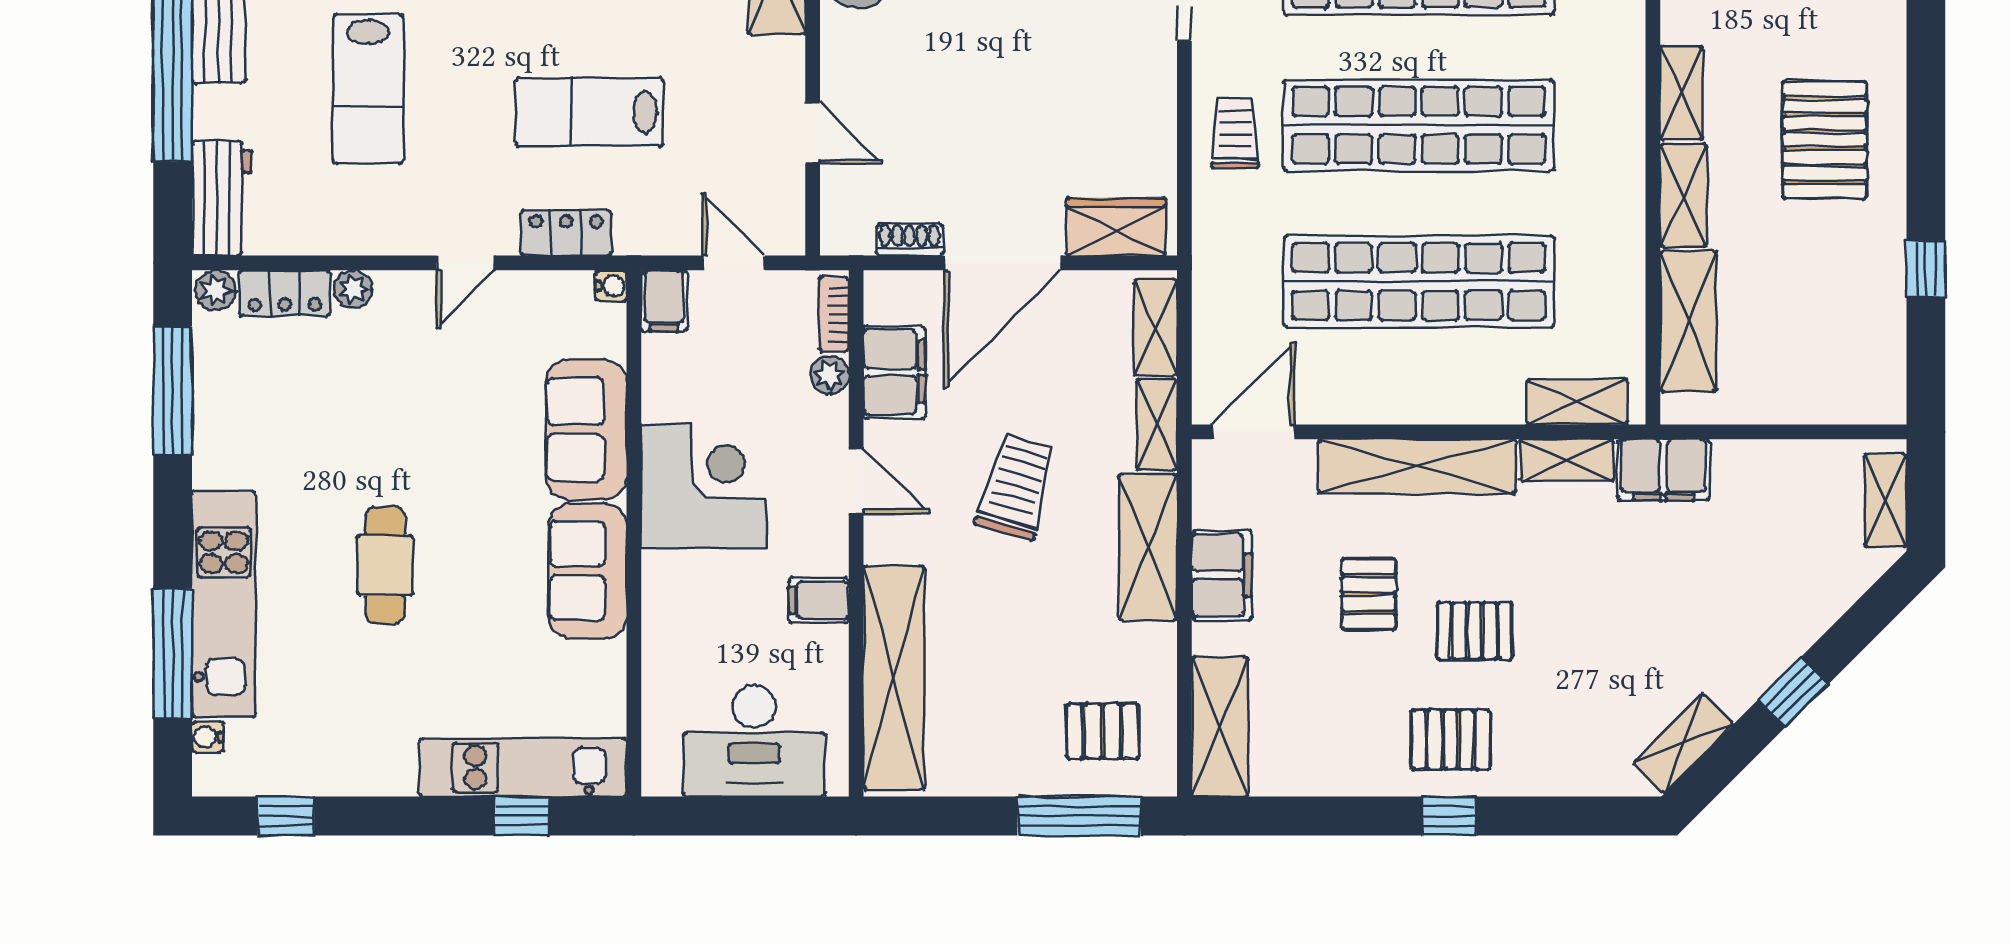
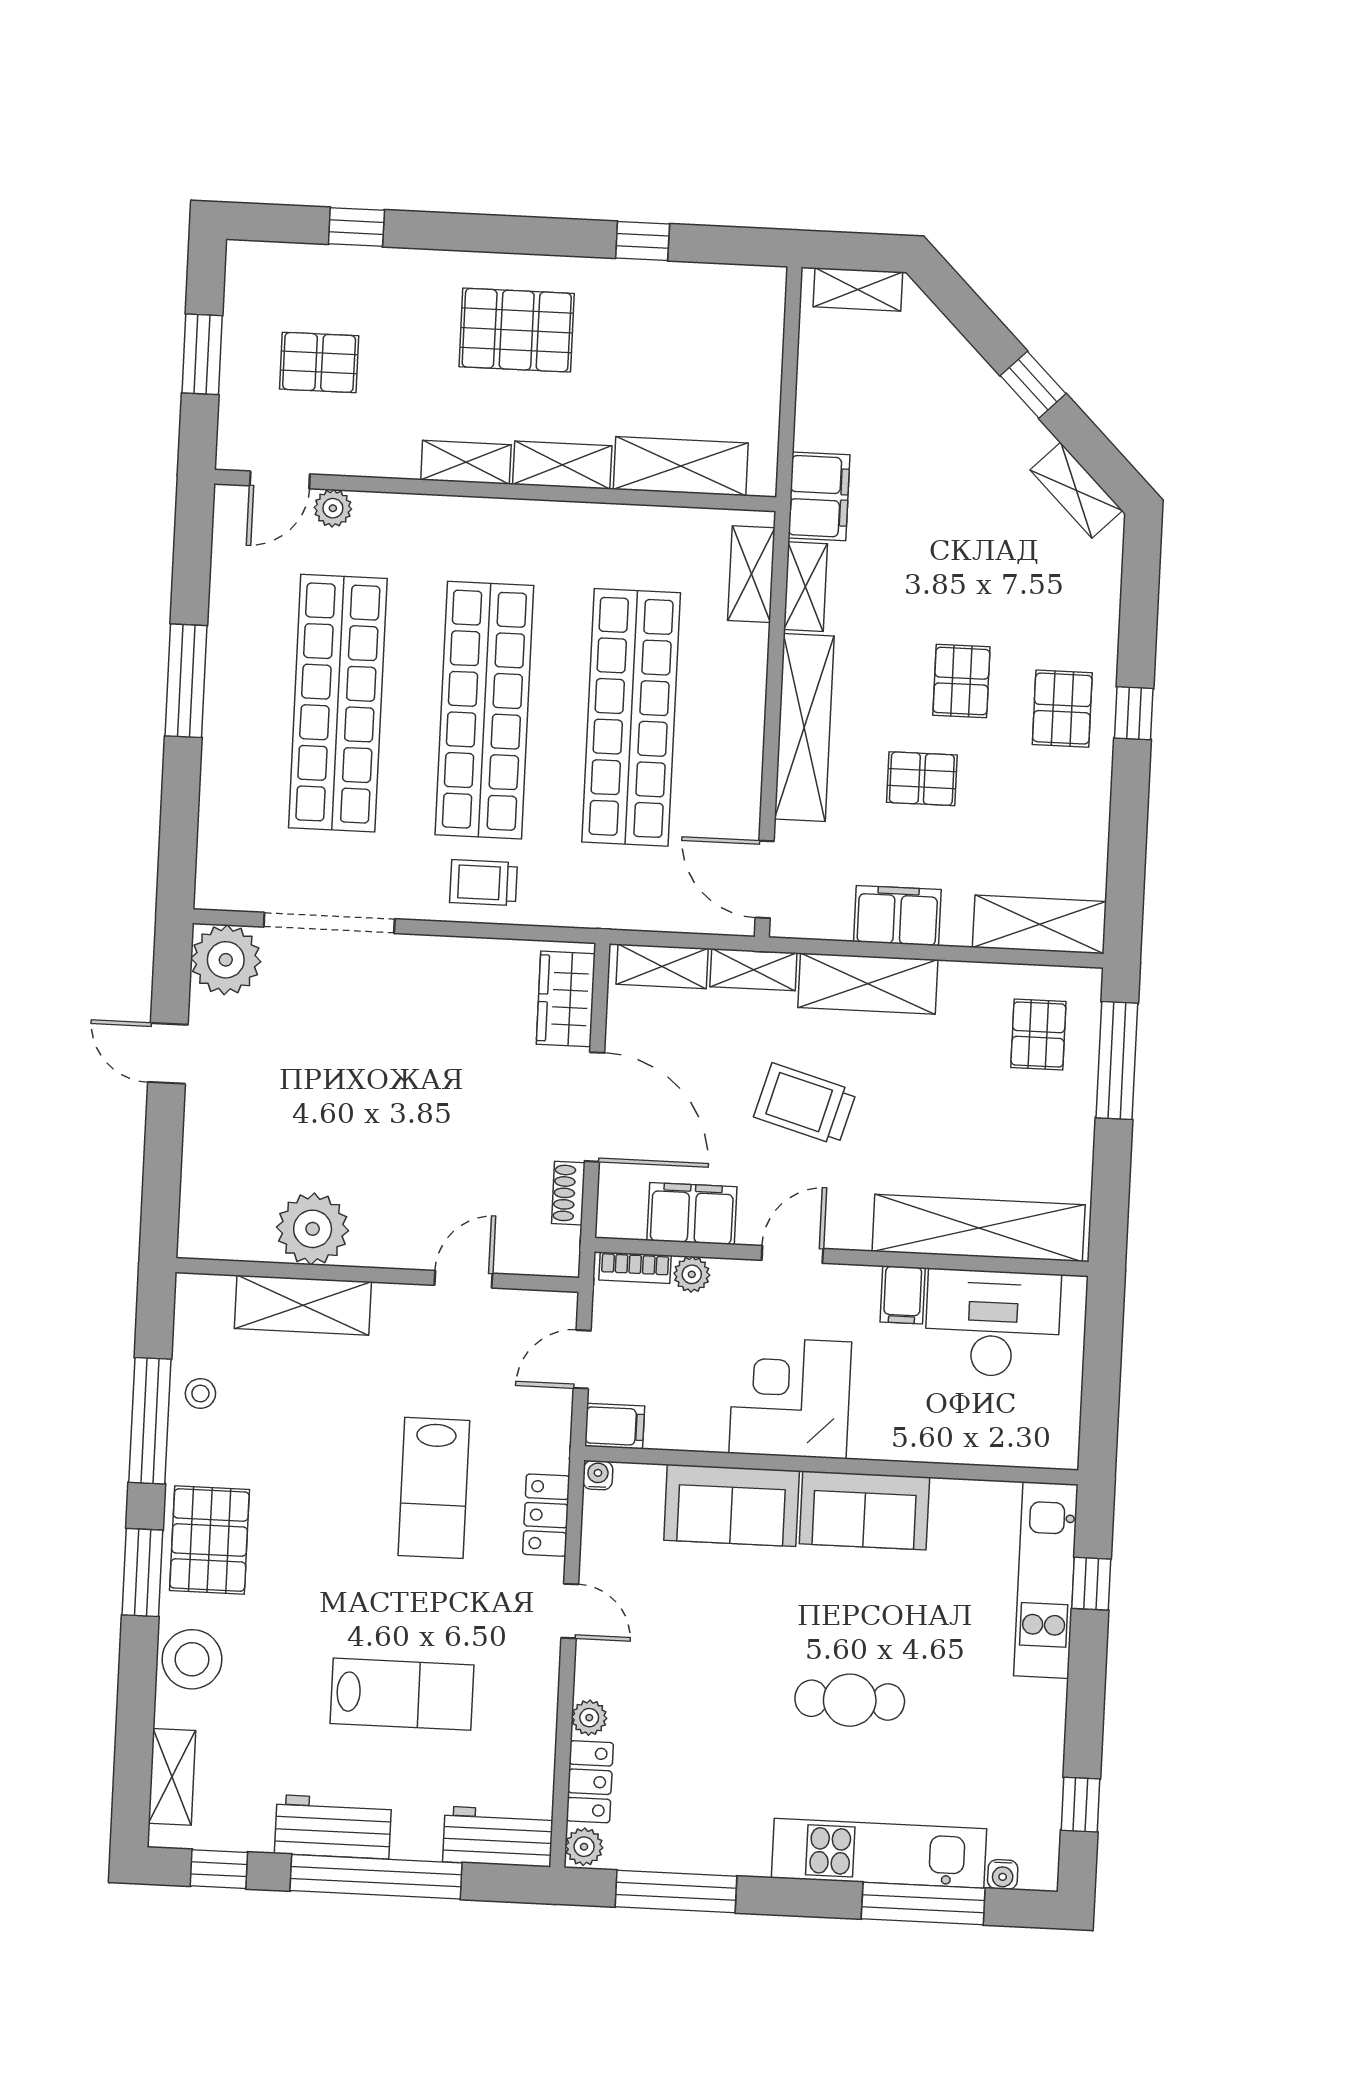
desk: (754, 741) -> (993, 1323), moved, turned -90

